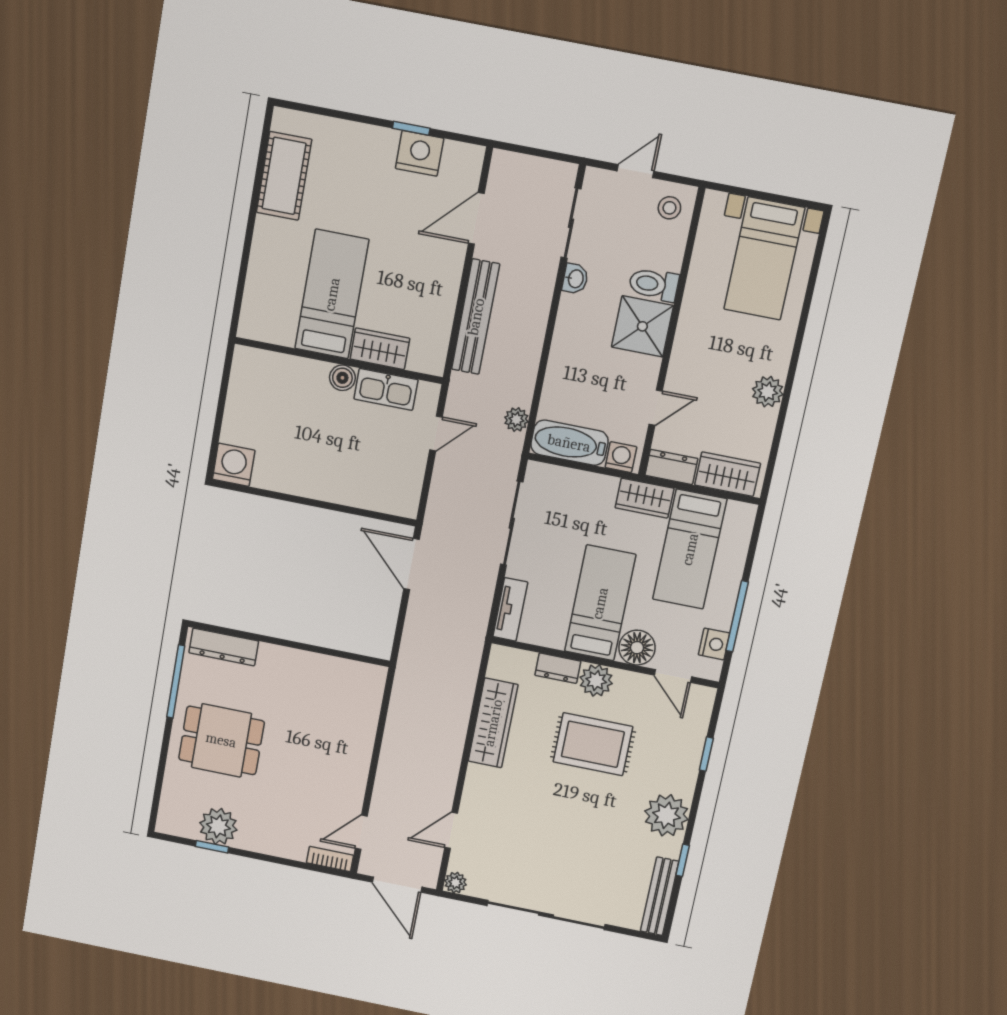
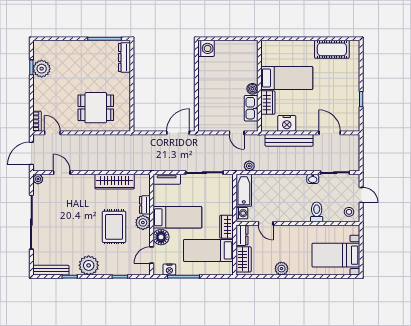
nightstand: (420, 153) -> (287, 123), moved, turned 90
shower: (642, 326) -> (298, 211), removed
dining table: (221, 740) -> (96, 108), moved, turned 90

